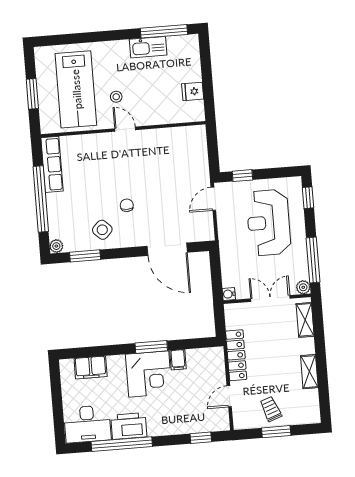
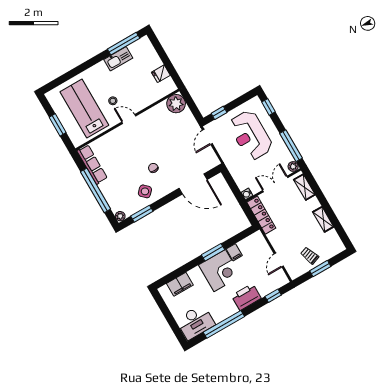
lab bench: (76, 89) -> (84, 108), turned 180
plant: (194, 138) -> (176, 104), added
locker: (236, 355) -> (261, 215), moved
printer: (129, 426) -> (246, 297), moved

